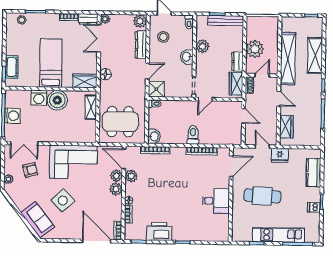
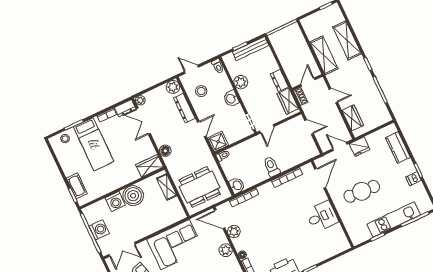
plant: (255, 49) -> (290, 61), removed
shelving: (288, 59) -> (324, 55), width x0.68
bed: (51, 63) -> (94, 144), moved, turned 180
plant: (116, 176) -> (220, 238), removed

